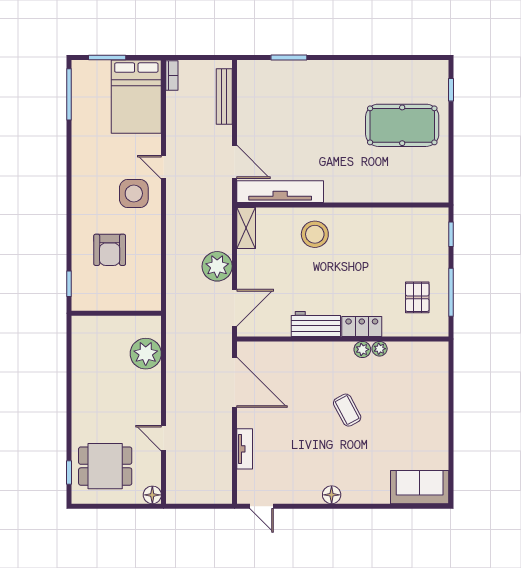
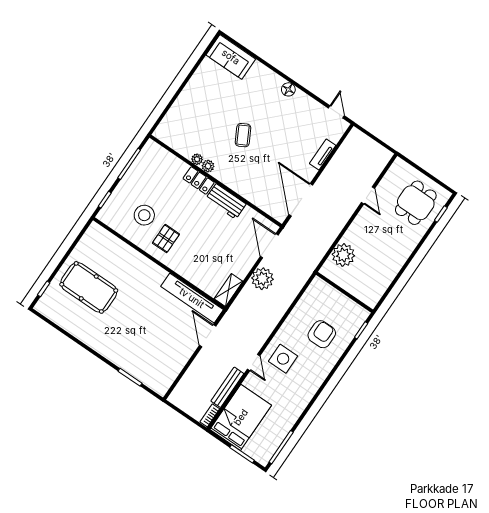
bench: (224, 97) -> (227, 387), moved
stool: (315, 234) -> (144, 215), moved
pallet: (417, 297) -> (166, 239), moved
door: (234, 308) -> (269, 246), hinge flipped
dining table: (105, 466) -> (416, 203), turned 90
floor lamp: (152, 495) -> (399, 165), removed

